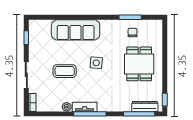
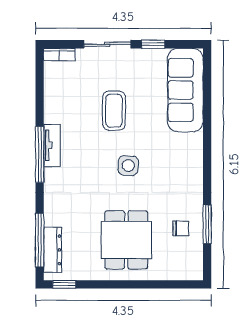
sofa: (76, 30) -> (185, 90), moved
window: (26, 38) -> (153, 44), moved
dining table: (139, 64) -> (126, 240), turned 90
plant: (67, 107) -> (52, 114), removed

